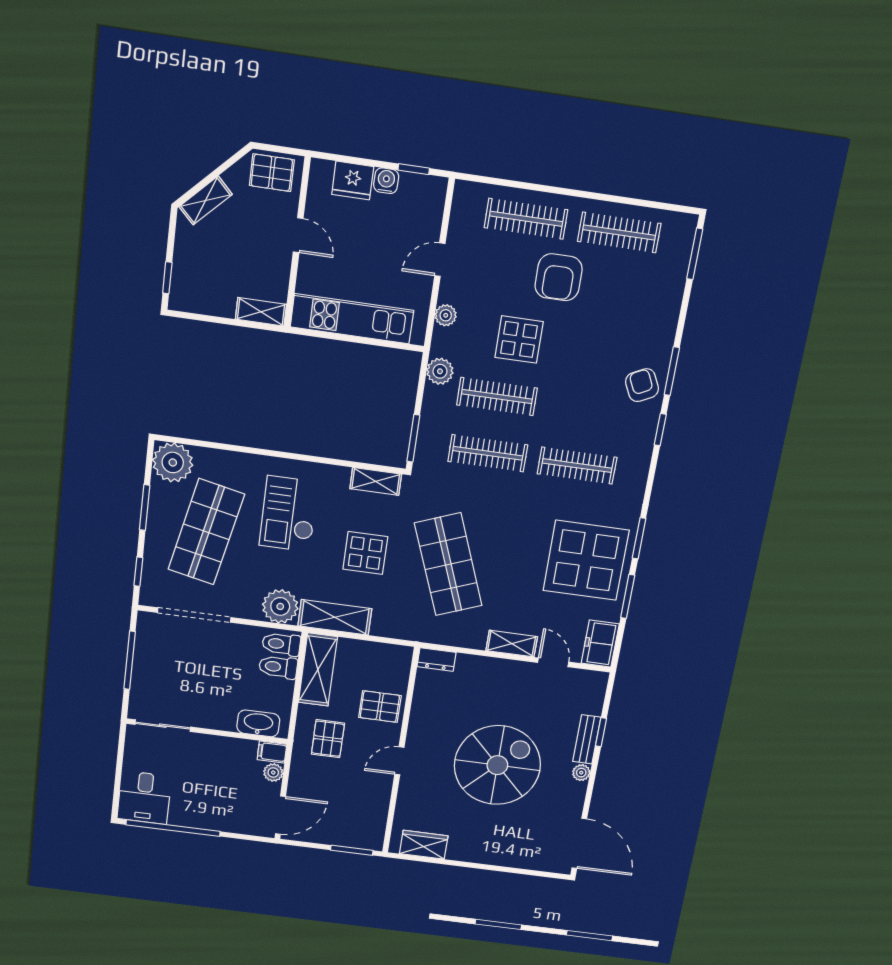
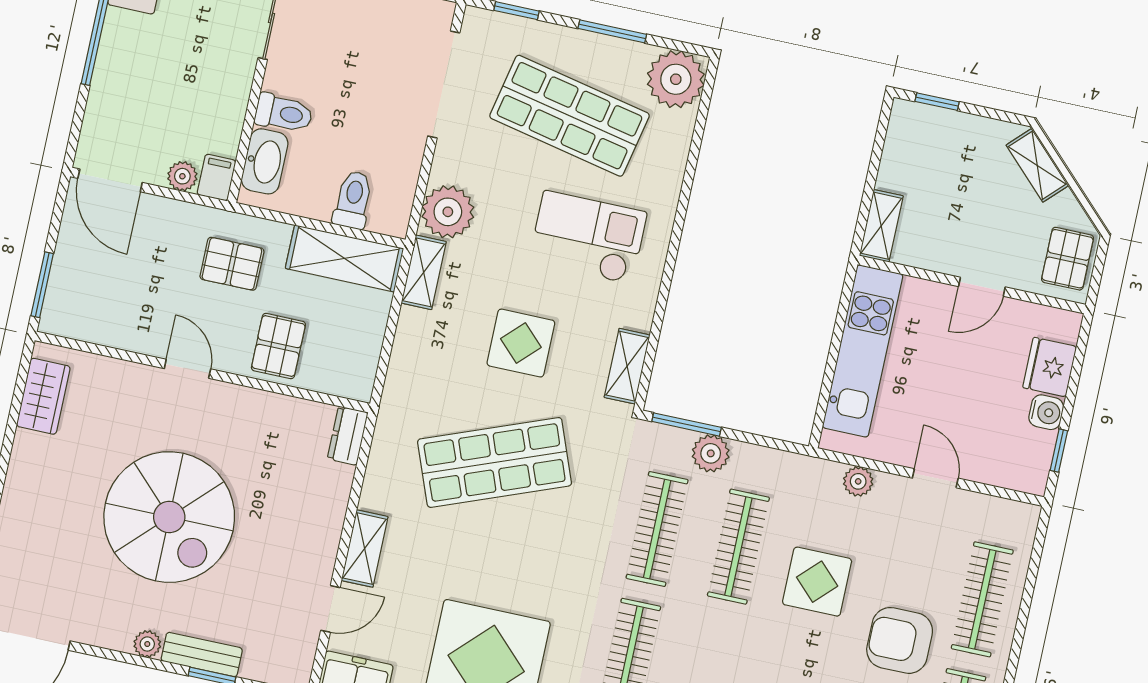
plant: (440, 371) -> (711, 453), moved
shelving: (335, 617) -> (424, 272), width x0.67, depth x0.75
toilet: (281, 644) -> (284, 113), moved, turned 90

